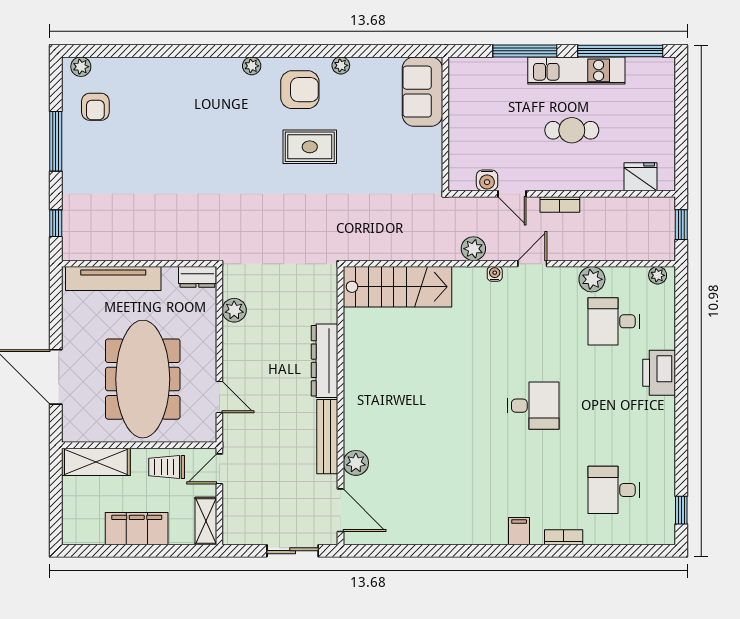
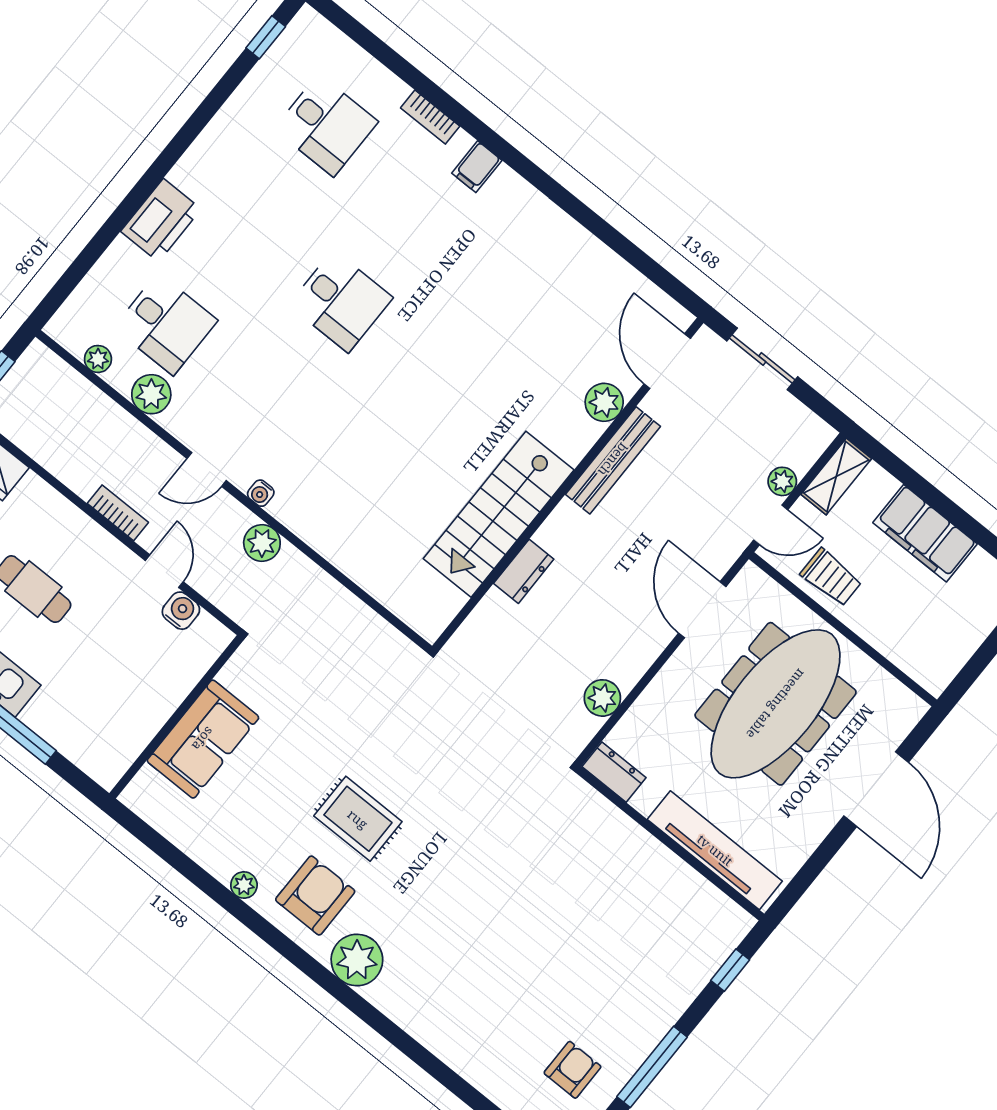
plant: (252, 66) -> (357, 960), width x1.88, depth x1.88
armchair: (300, 90) -> (315, 895), turned 90
sofa: (422, 92) -> (203, 739), moved
plant: (658, 275) -> (98, 359), moved
stairs: (397, 287) -> (499, 514), moved, turned -90
dresser: (325, 361) -> (524, 571), width x0.51, depth x0.80
door: (219, 397) -> (702, 610), width x1.38
desk: (533, 406) -> (341, 301), turned 180
shelving: (96, 462) -> (910, 651), removed
plant: (232, 496) -> (782, 481), added

